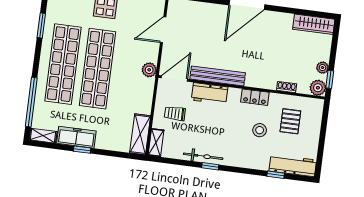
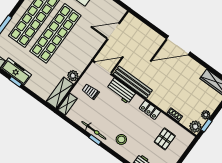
plant: (149, 70) -> (73, 76), moved
stool: (260, 130) -> (121, 139), moved

